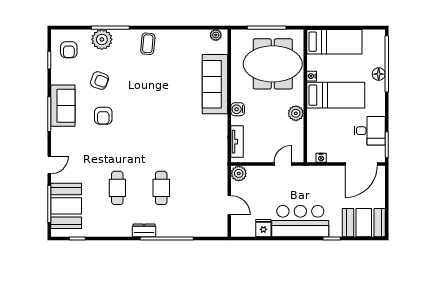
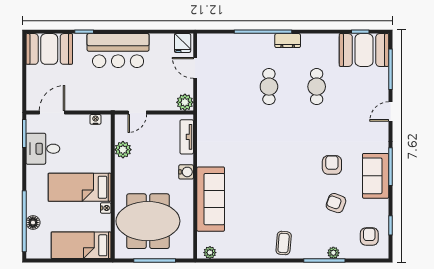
plant: (102, 39) -> (333, 253), width x0.53, depth x0.53
floor lamp: (379, 74) -> (33, 223), moved
plant: (296, 113) -> (123, 150), moved
door: (361, 164) -> (52, 113), width x0.73
booth: (66, 206) -> (364, 50), moved, turned 90
fridge: (263, 228) -> (183, 43), moved

